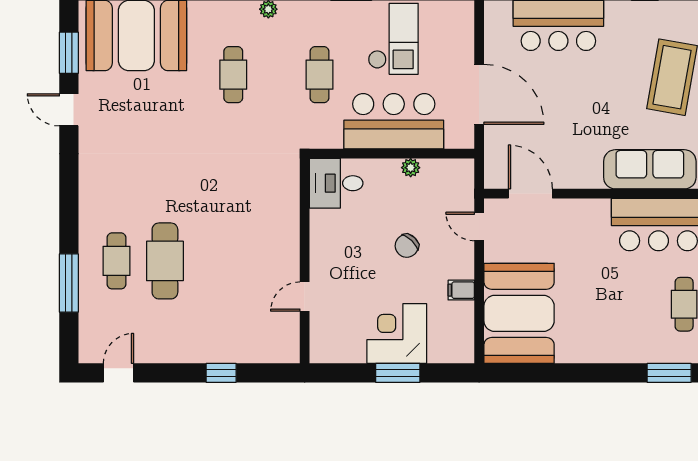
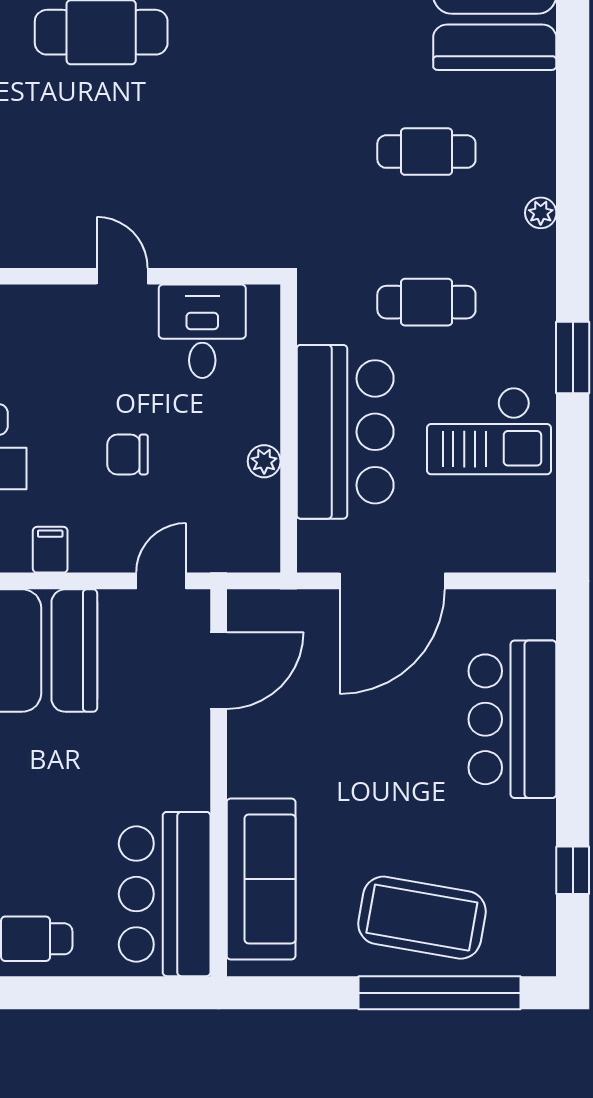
desk: (336, 183) -> (202, 331), moved
chair: (407, 246) -> (128, 455), turned -44
door: (305, 297) -> (122, 276), moved

